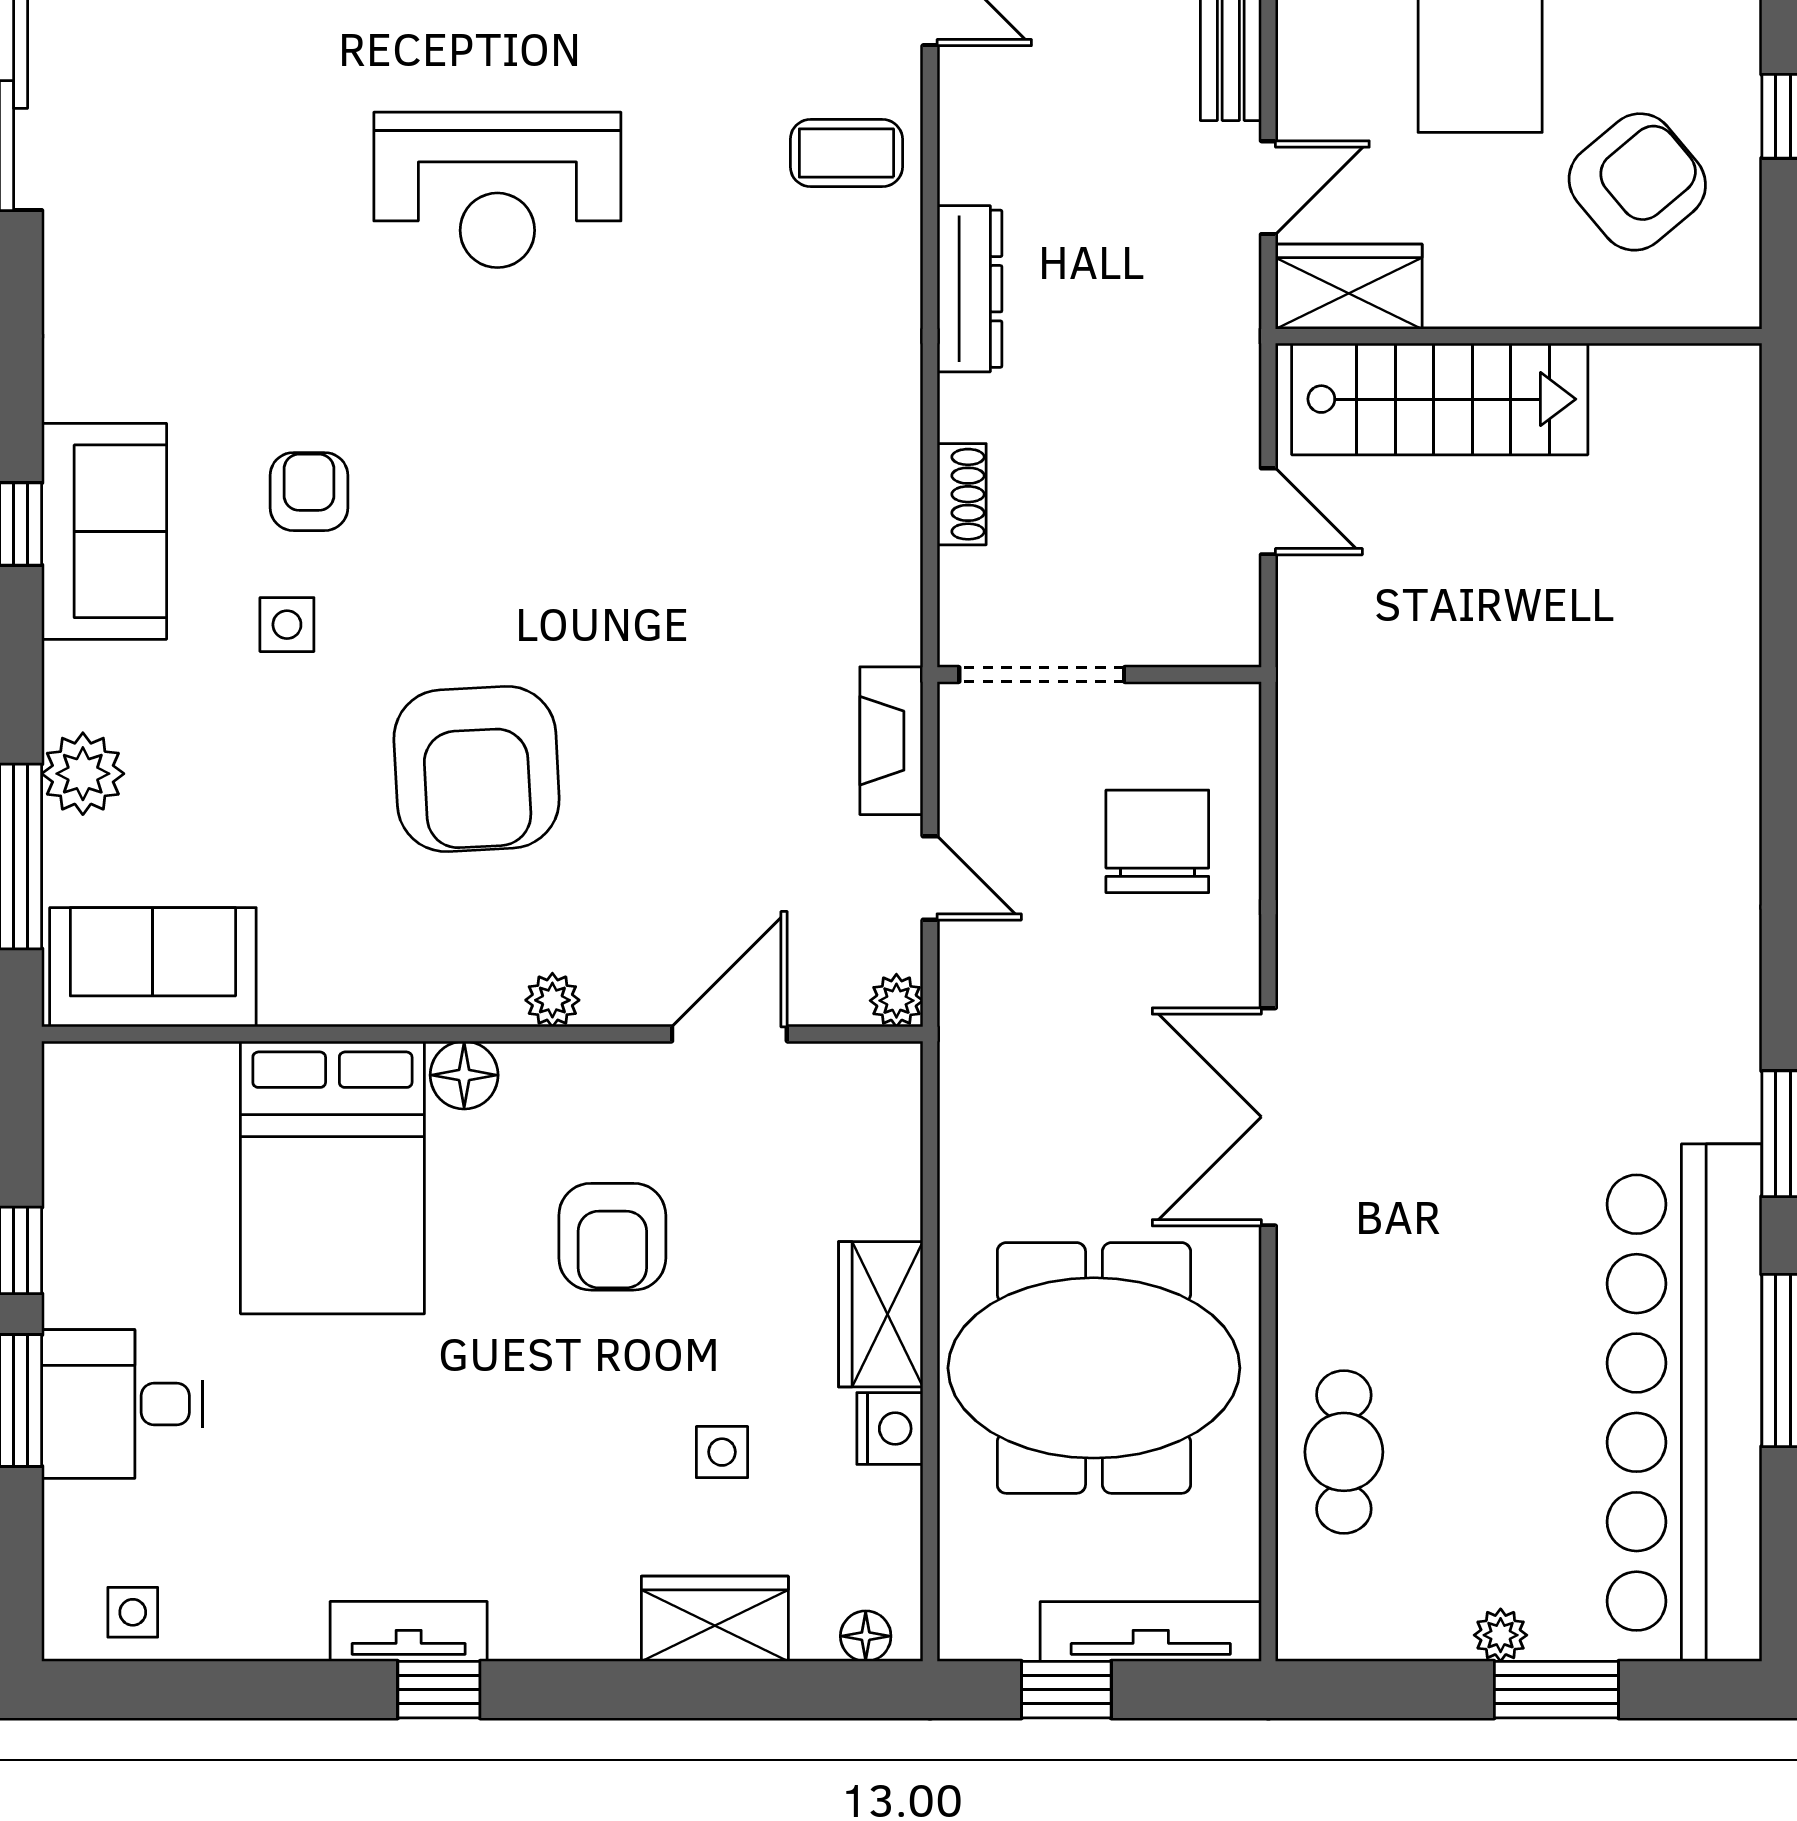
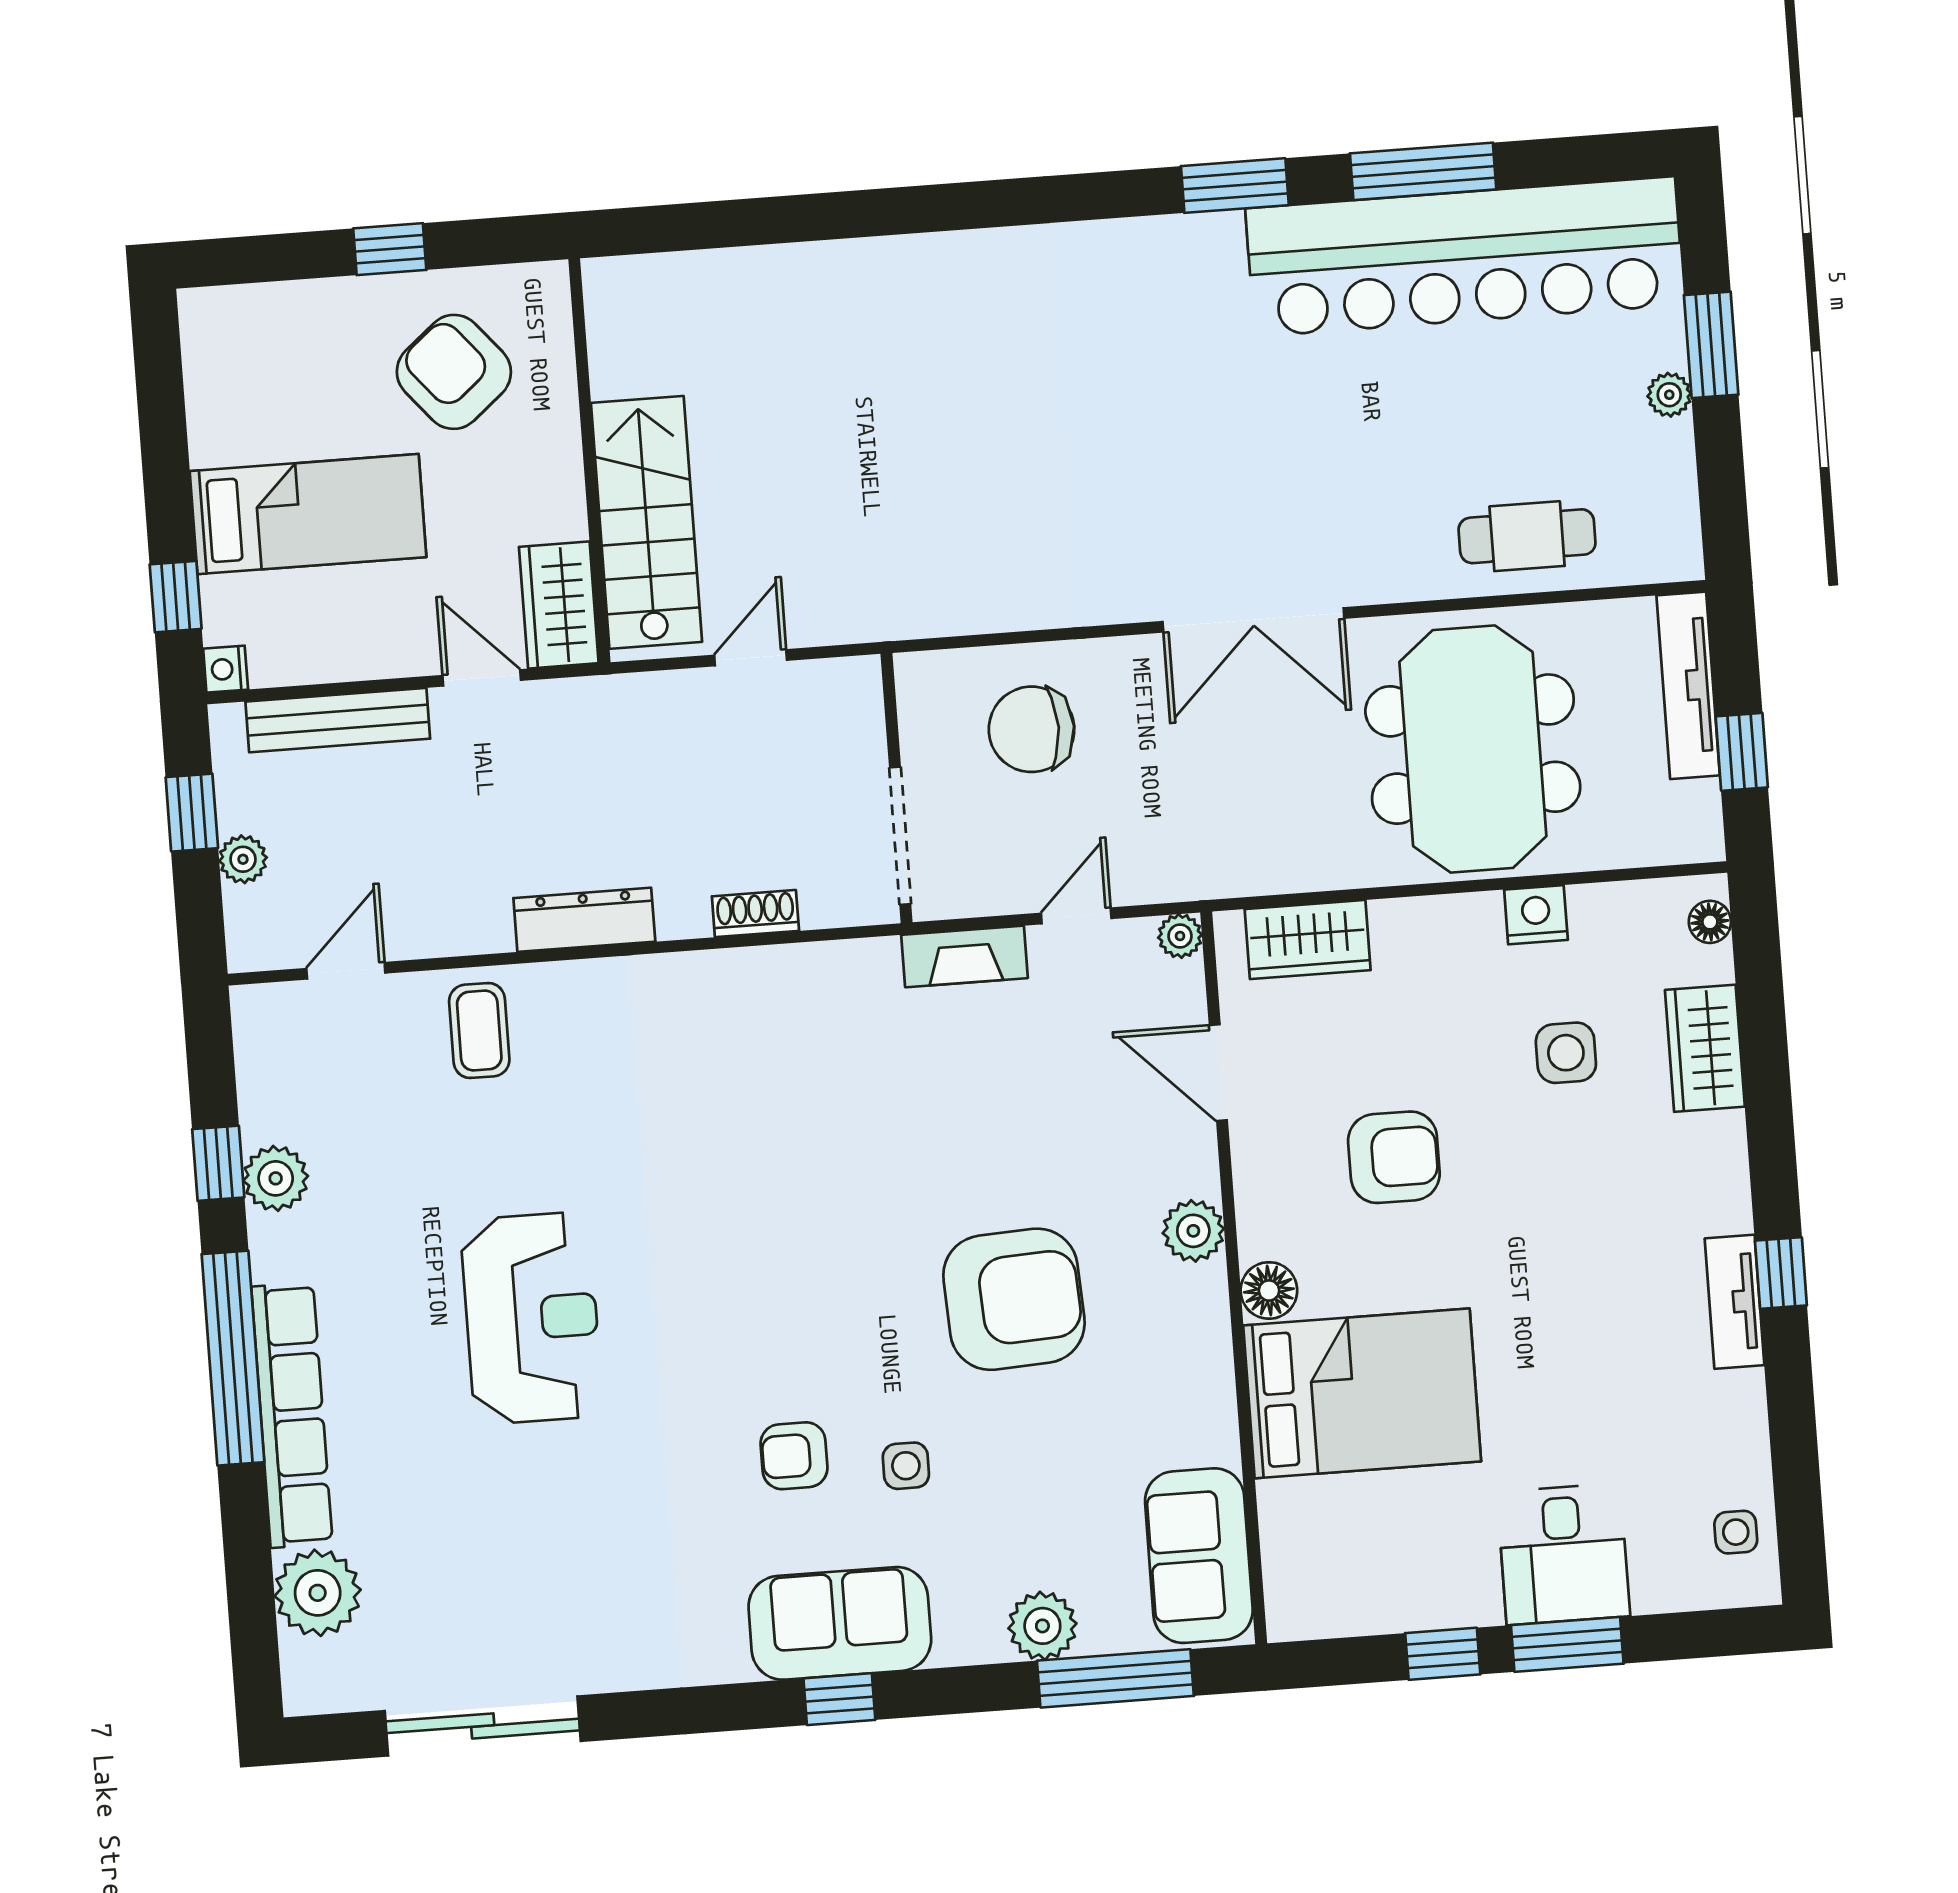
plant: (552, 1000) -> (1193, 1231), width x1.38, depth x1.38
wardrobe: (881, 1314) -> (1308, 940), moved
side table: (722, 1452) -> (1566, 1053), width x1.37, depth x1.37

